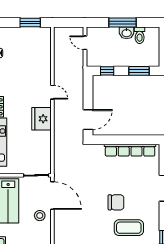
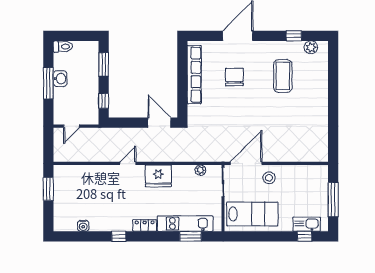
toilet: (140, 35) -> (63, 47), moved
plant: (46, 156) -> (200, 170), added
chair: (116, 202) -> (234, 77), moved

